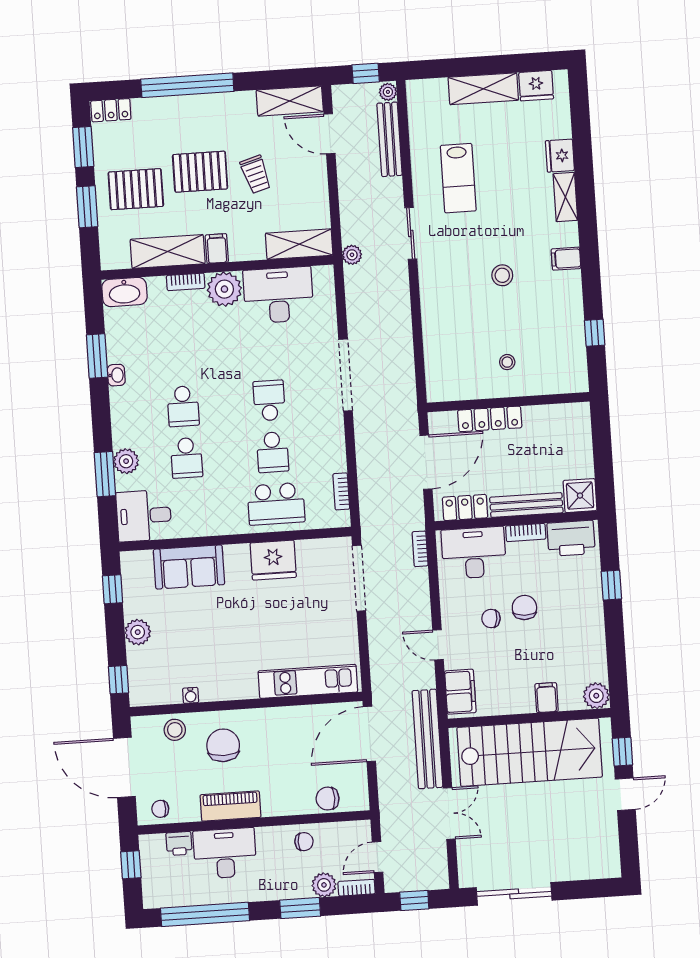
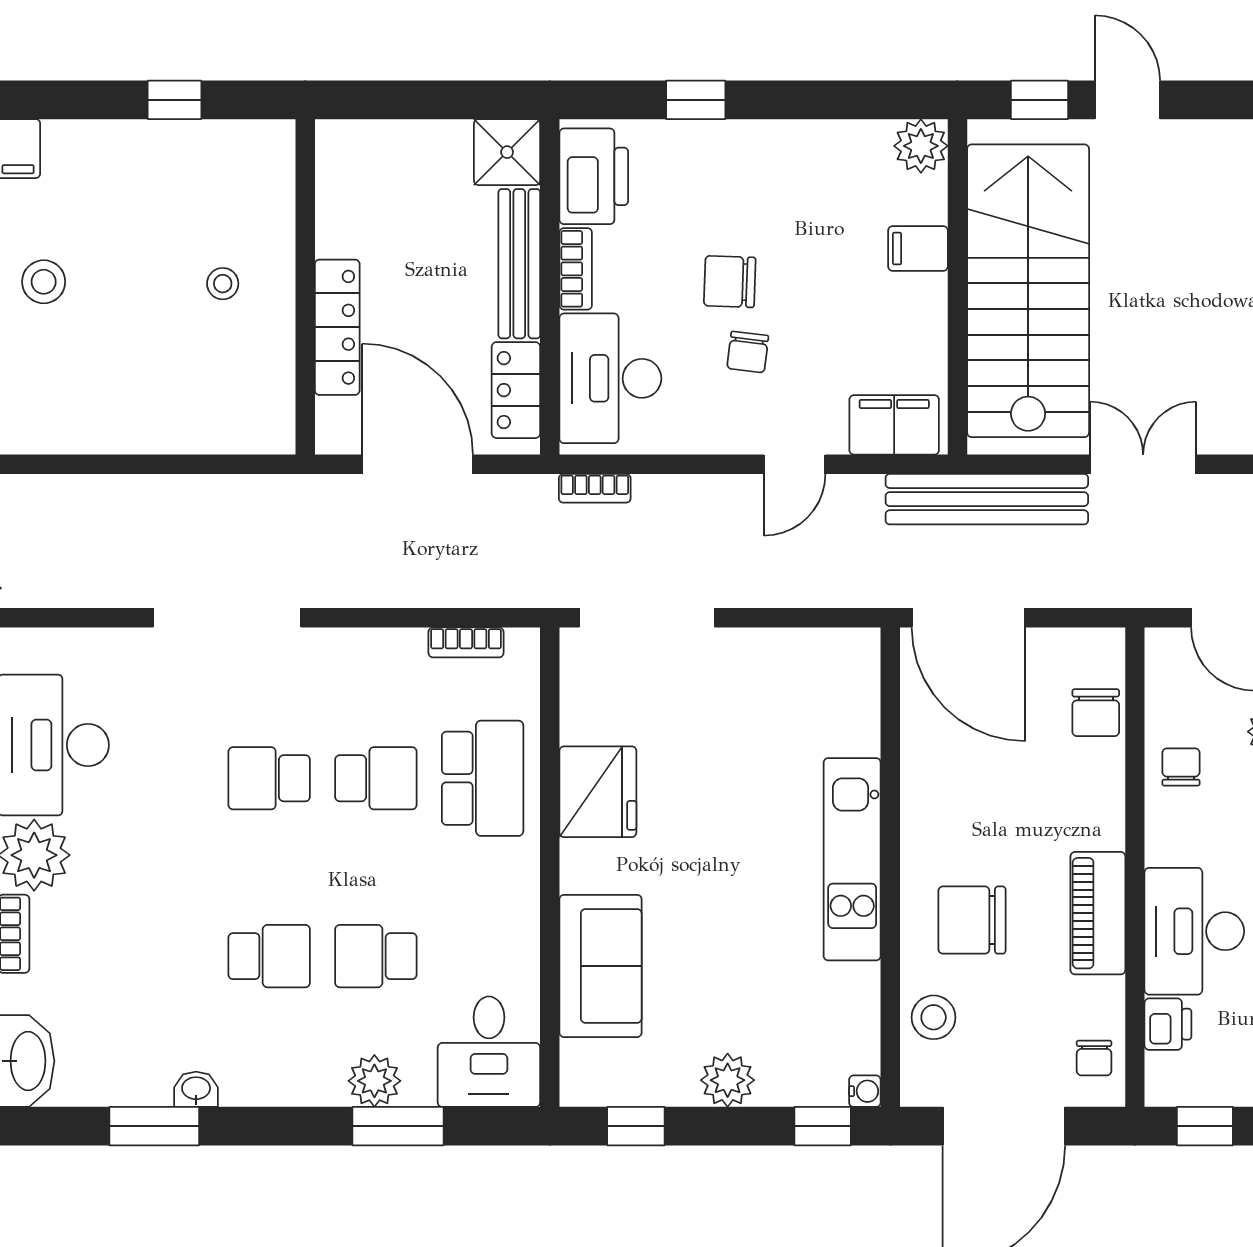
school desk: (186, 458) -> (376, 956), turned 180
kitchen unit: (308, 681) -> (852, 859), moved
water cooler: (191, 695) -> (865, 1091), moved

